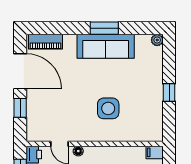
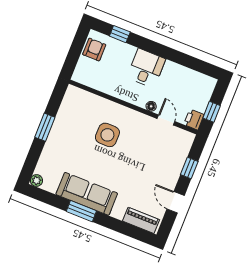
door: (20, 71) -> (176, 202), width x0.53
window: (169, 92) -> (45, 127), width x1.50
filing cabinet: (155, 152) -> (80, 77), removed

